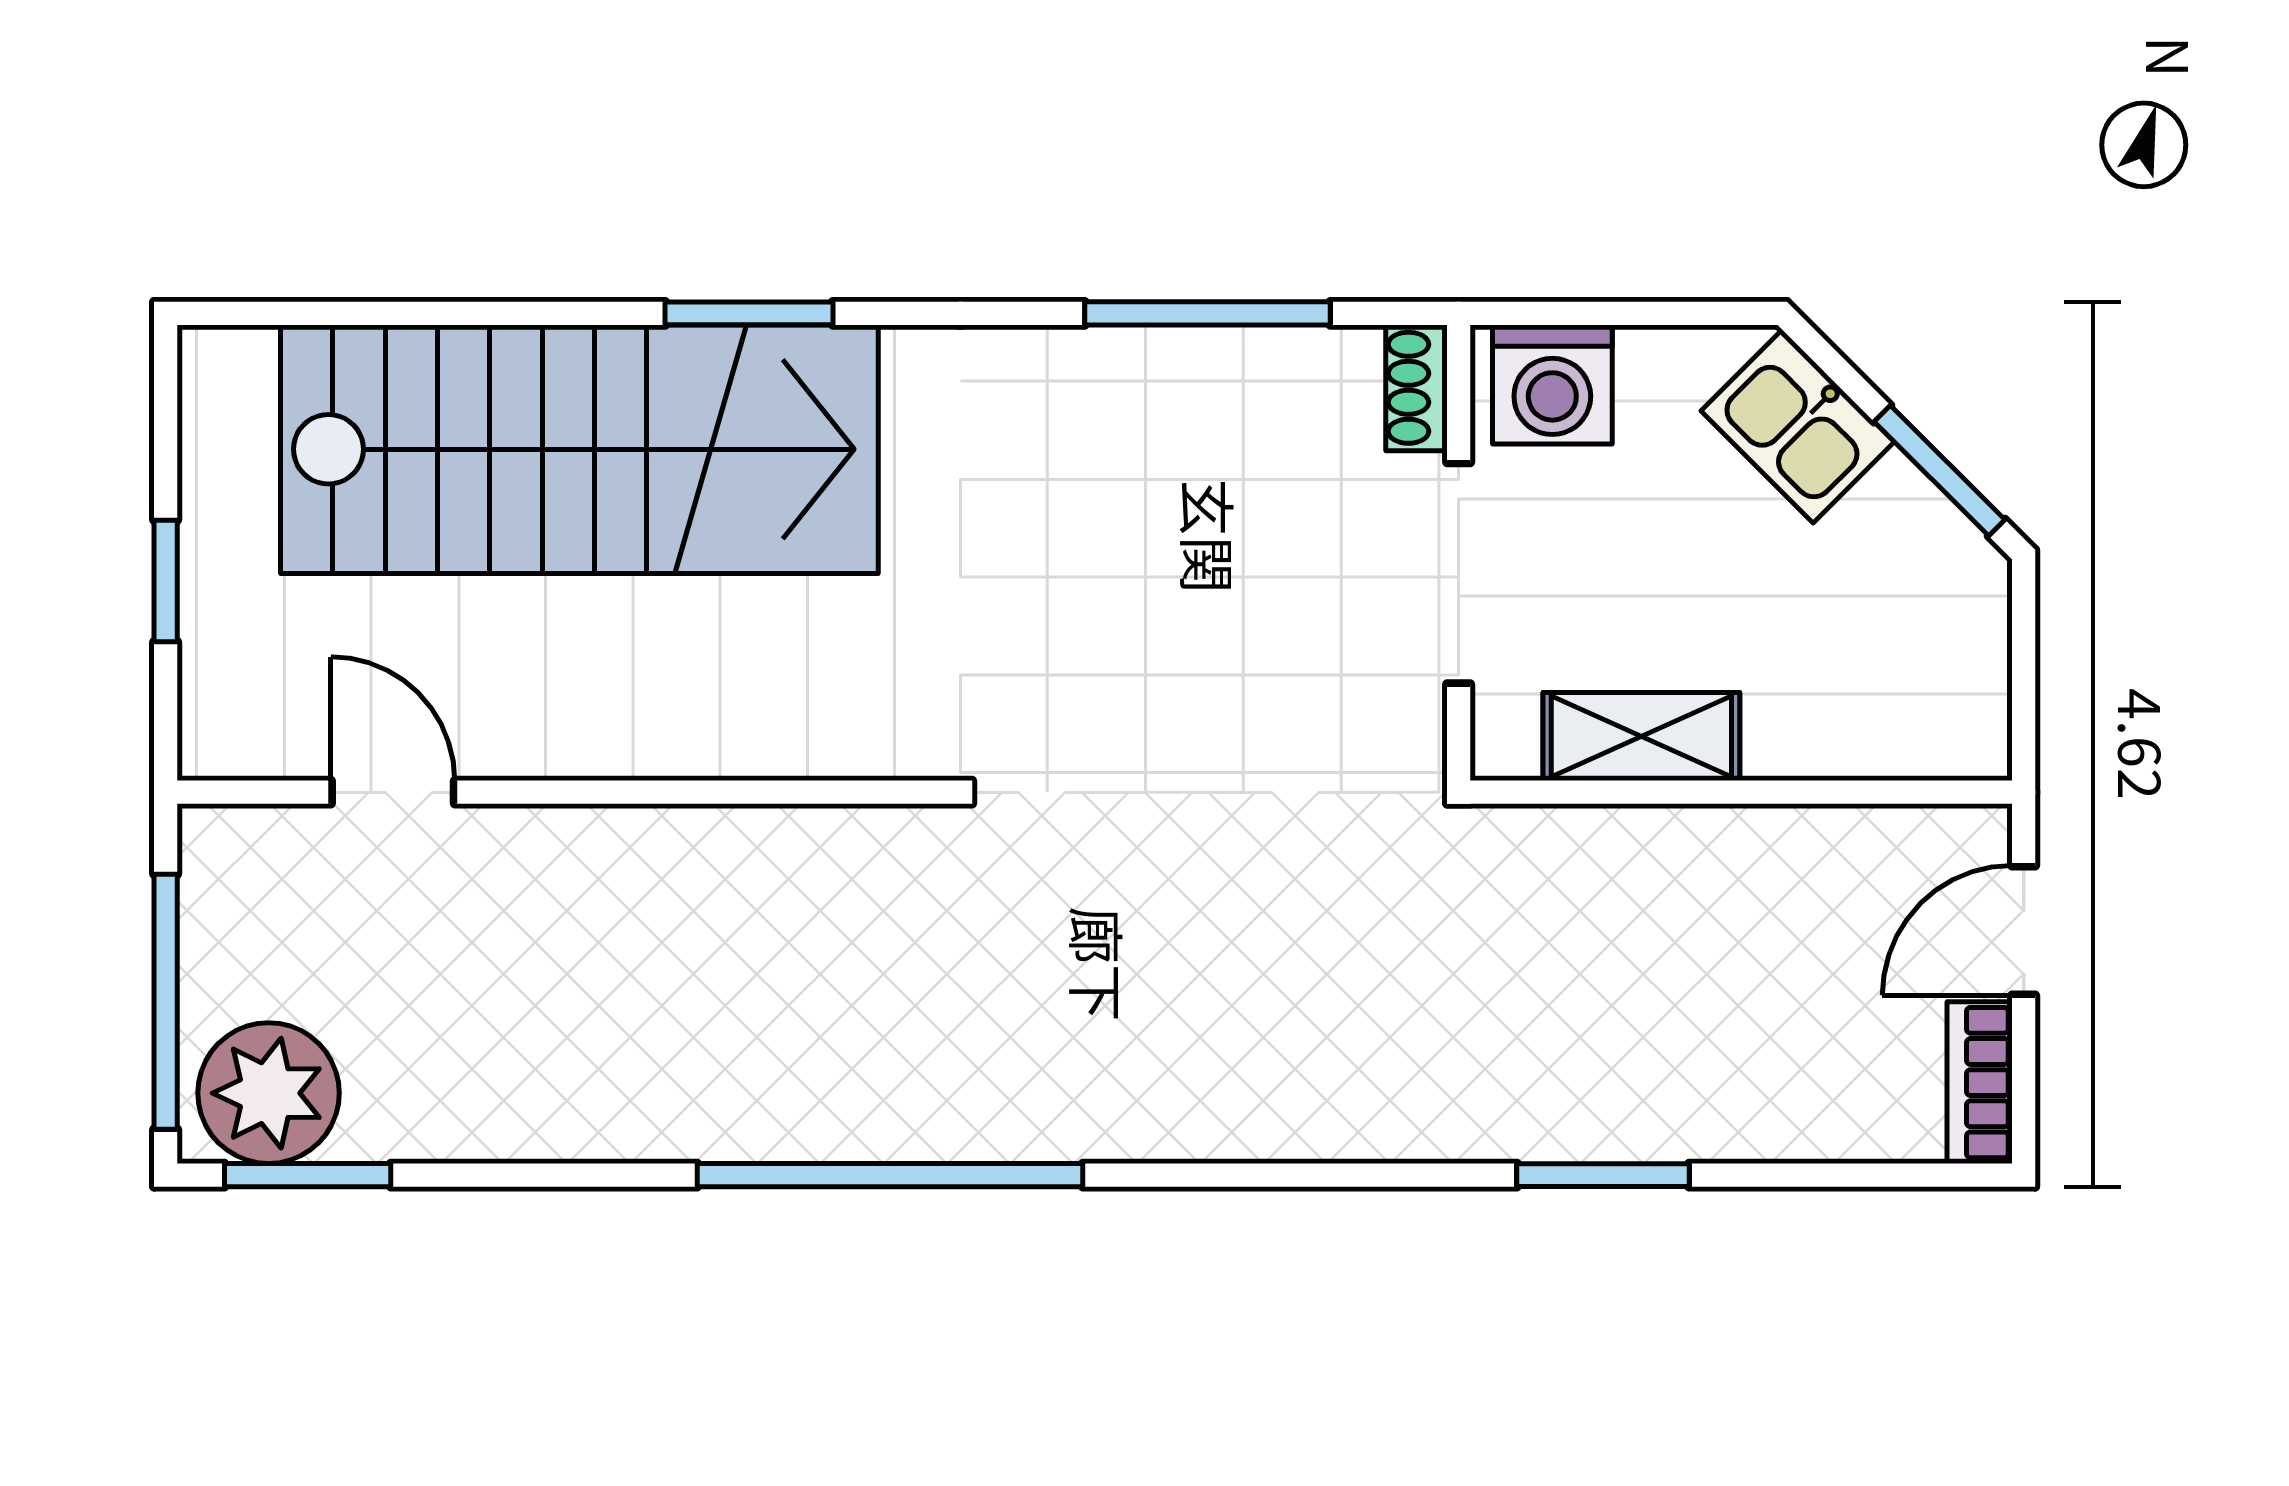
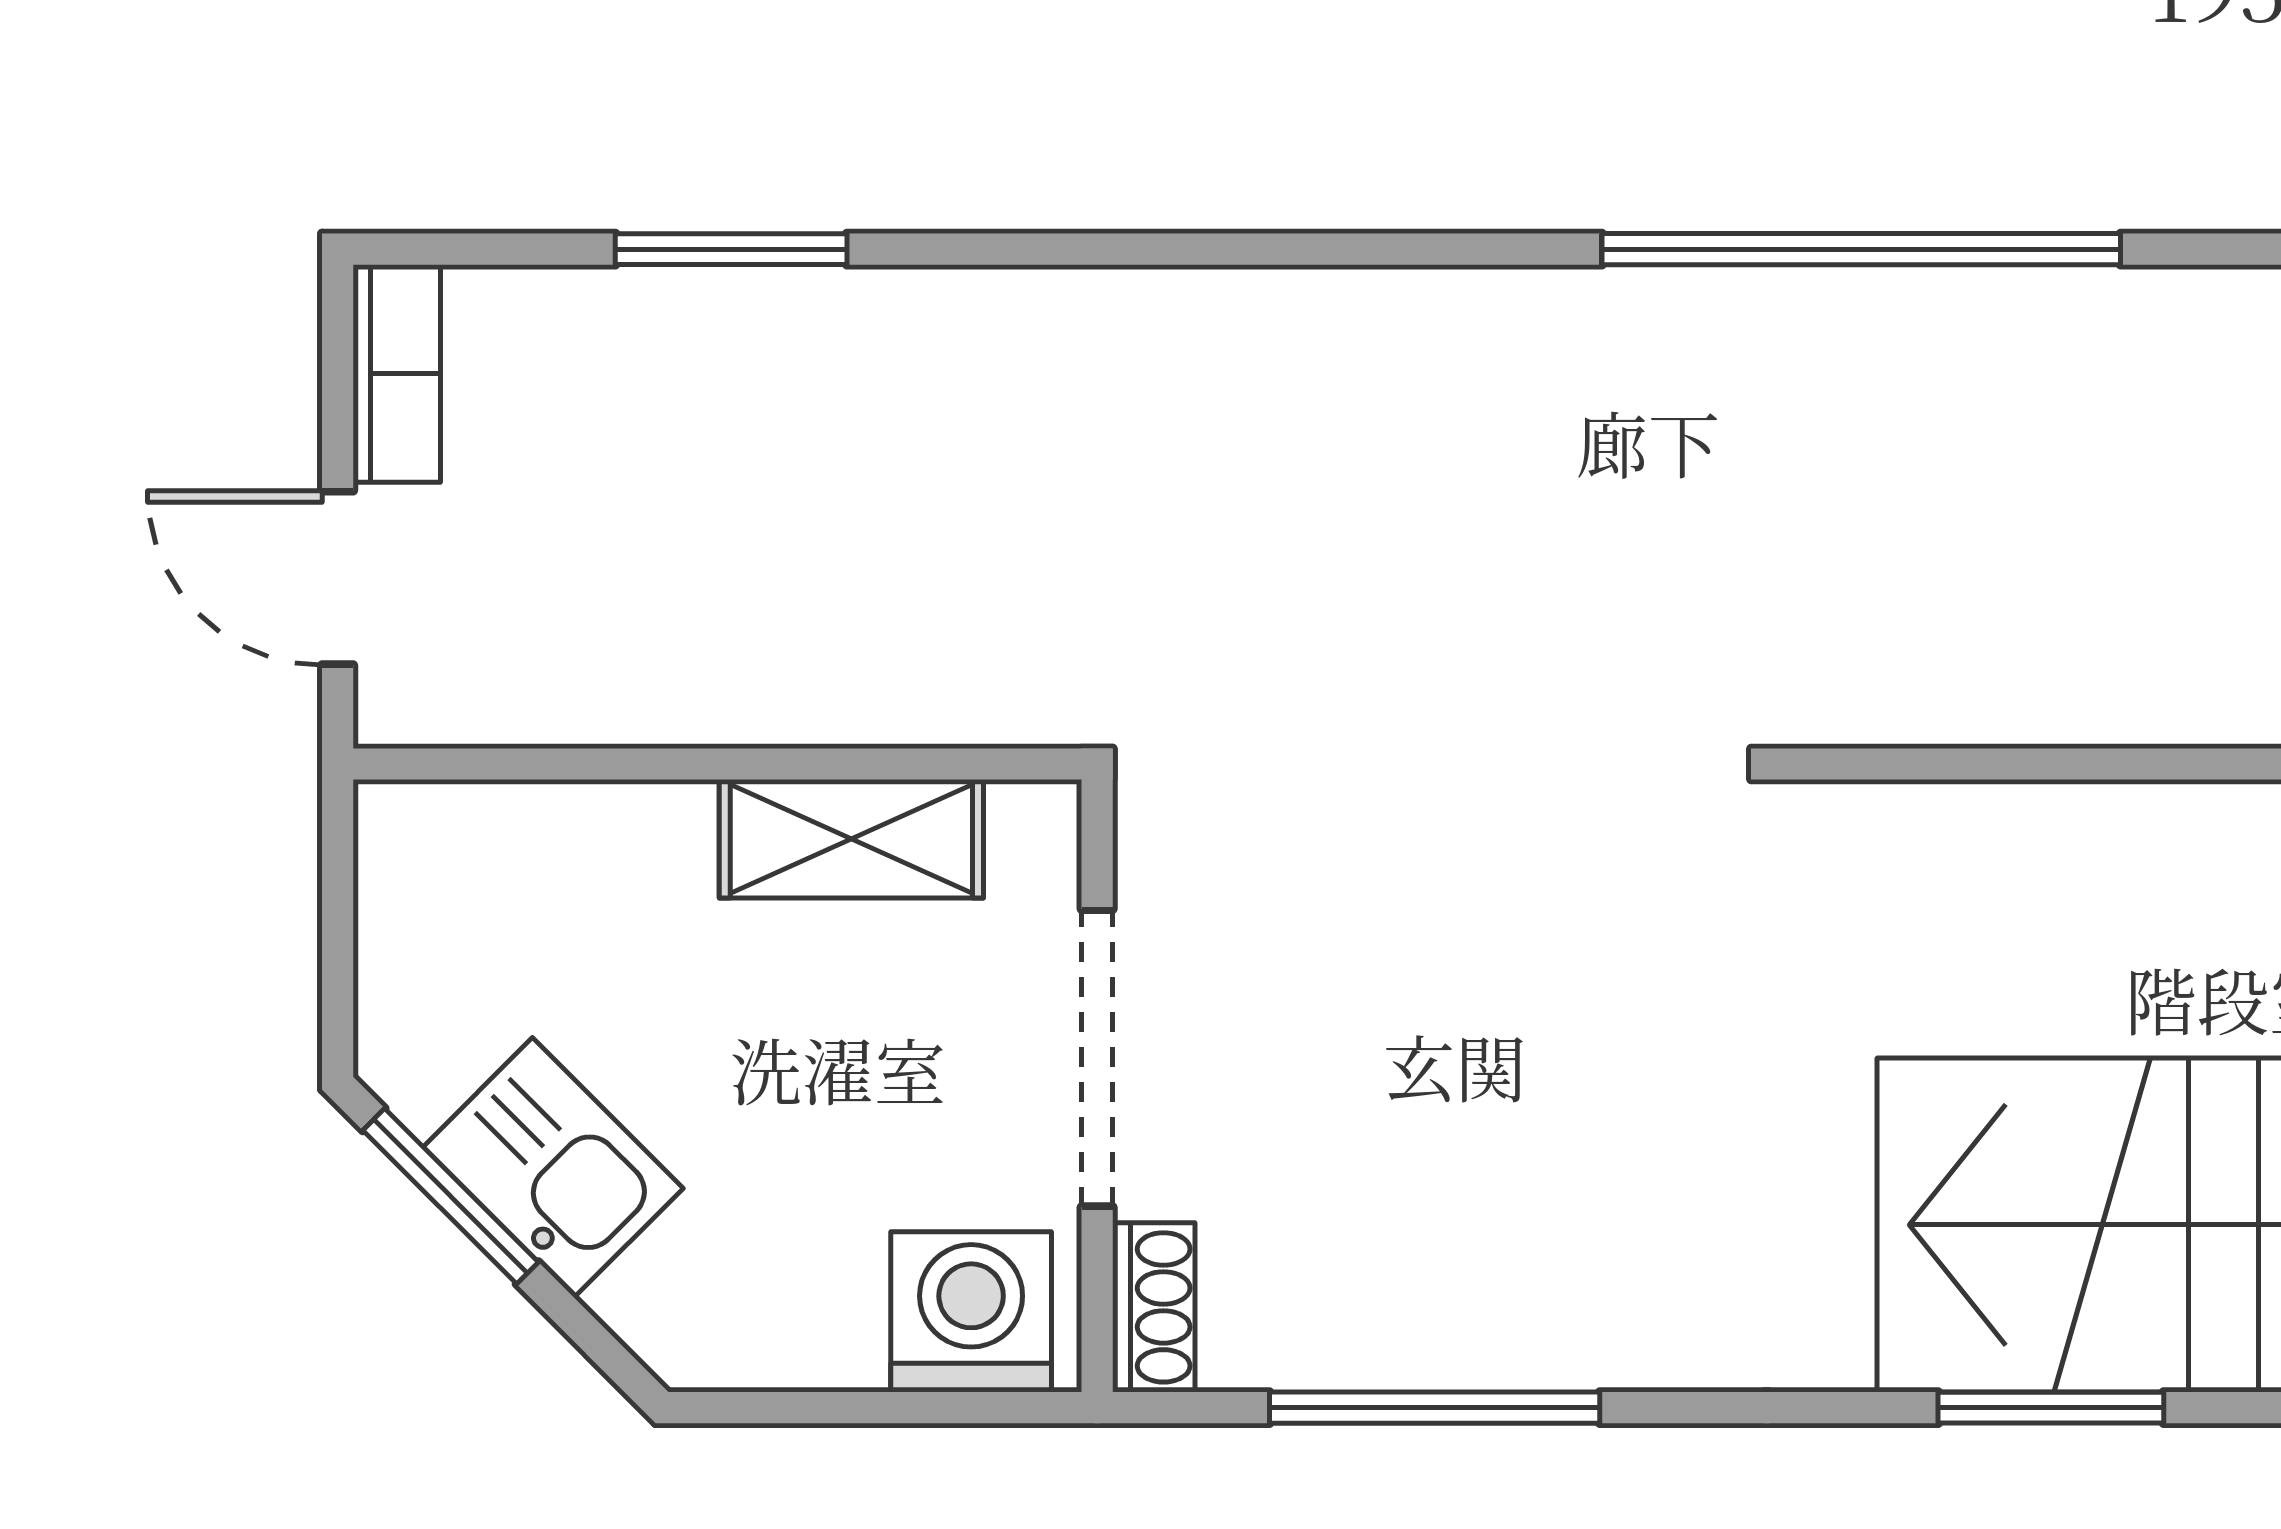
kitchen sink: (1798, 426) -> (553, 1168), moved
door: (2024, 930) -> (338, 578), swing flipped
window: (1603, 1175) -> (731, 249), moved

